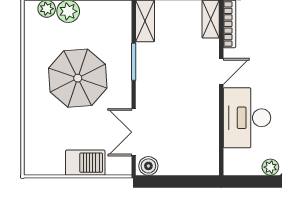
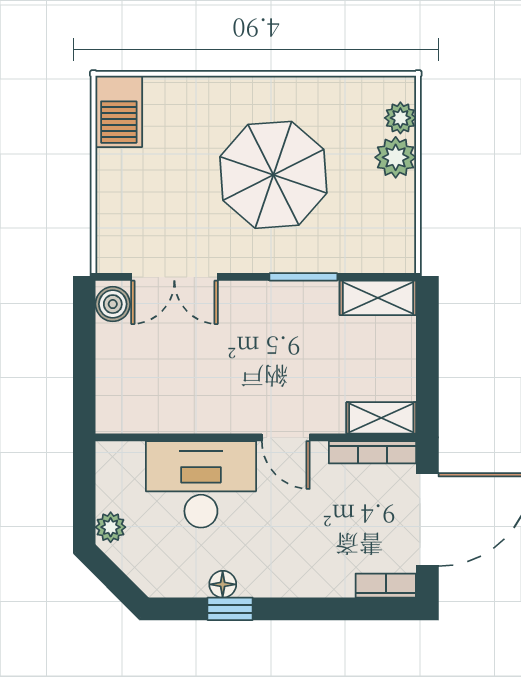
double door: (134, 132) -> (174, 277), swing flipped
barbecue: (85, 163) -> (119, 111), moved

